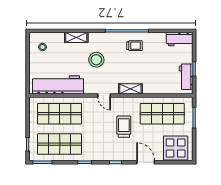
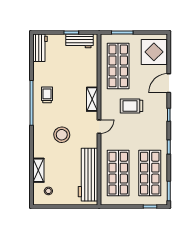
shelving: (76, 37) -> (38, 170), moved

